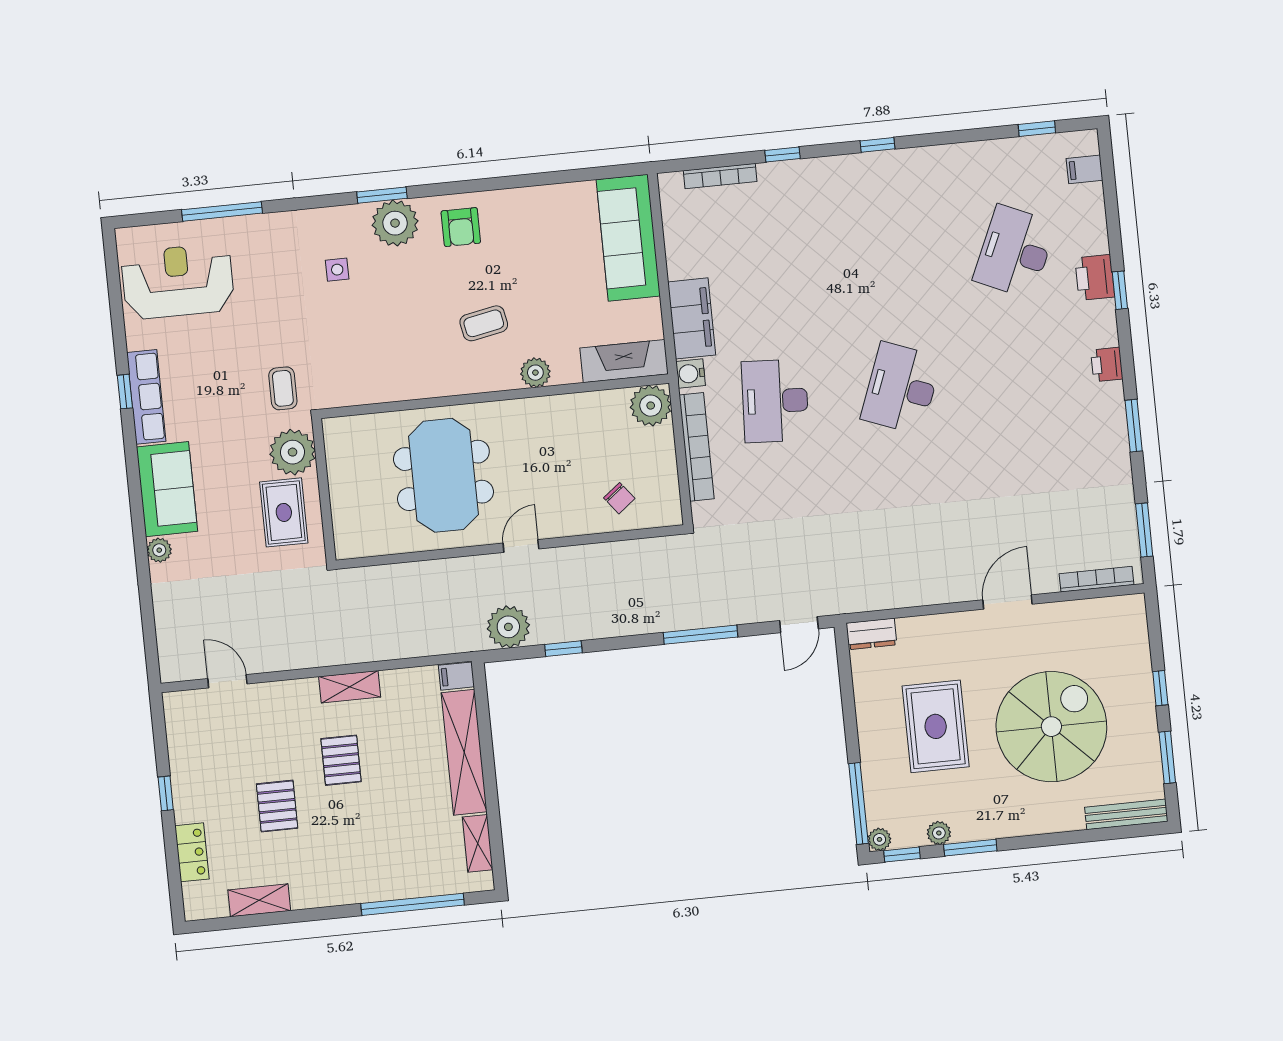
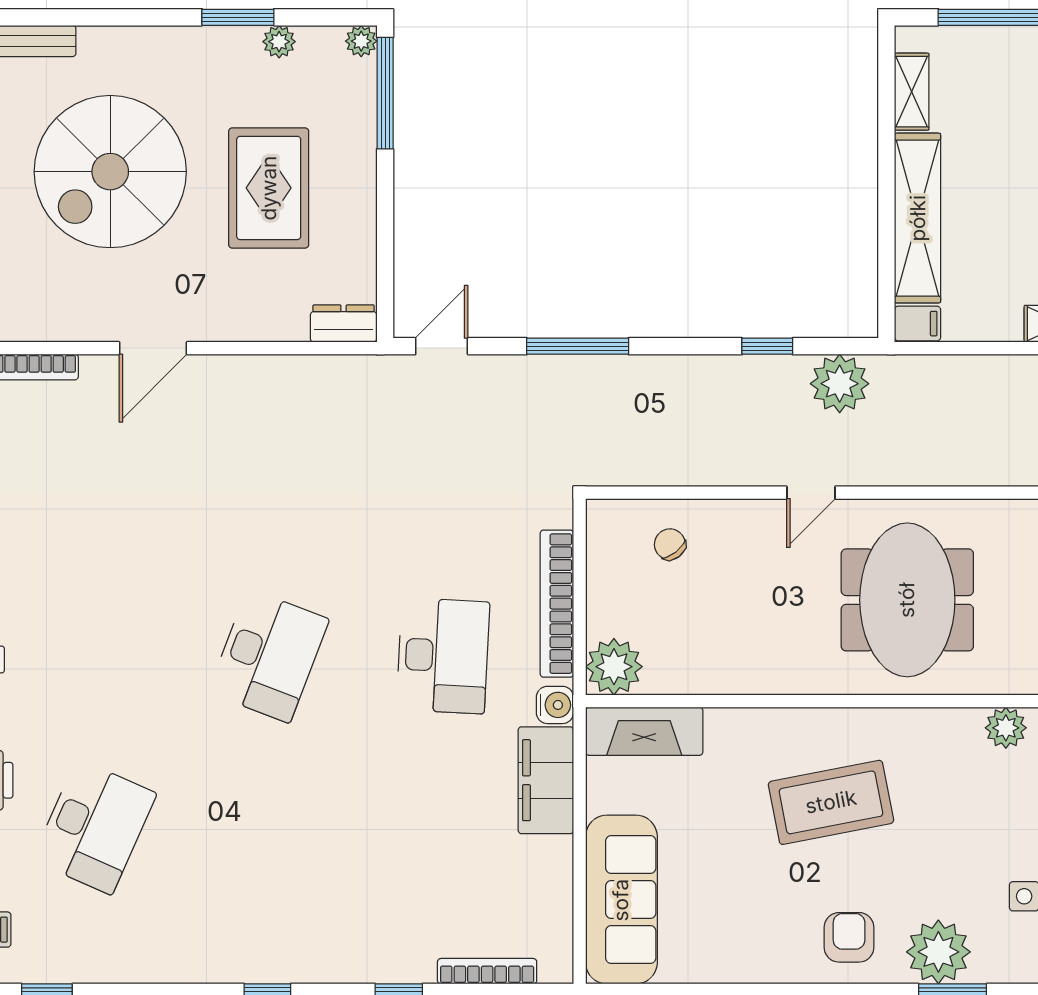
coffee table: (484, 323) -> (831, 802), width x1.86, depth x1.72
plant: (535, 373) -> (1006, 728), moved
window: (902, 855) -> (333, 17), removed

